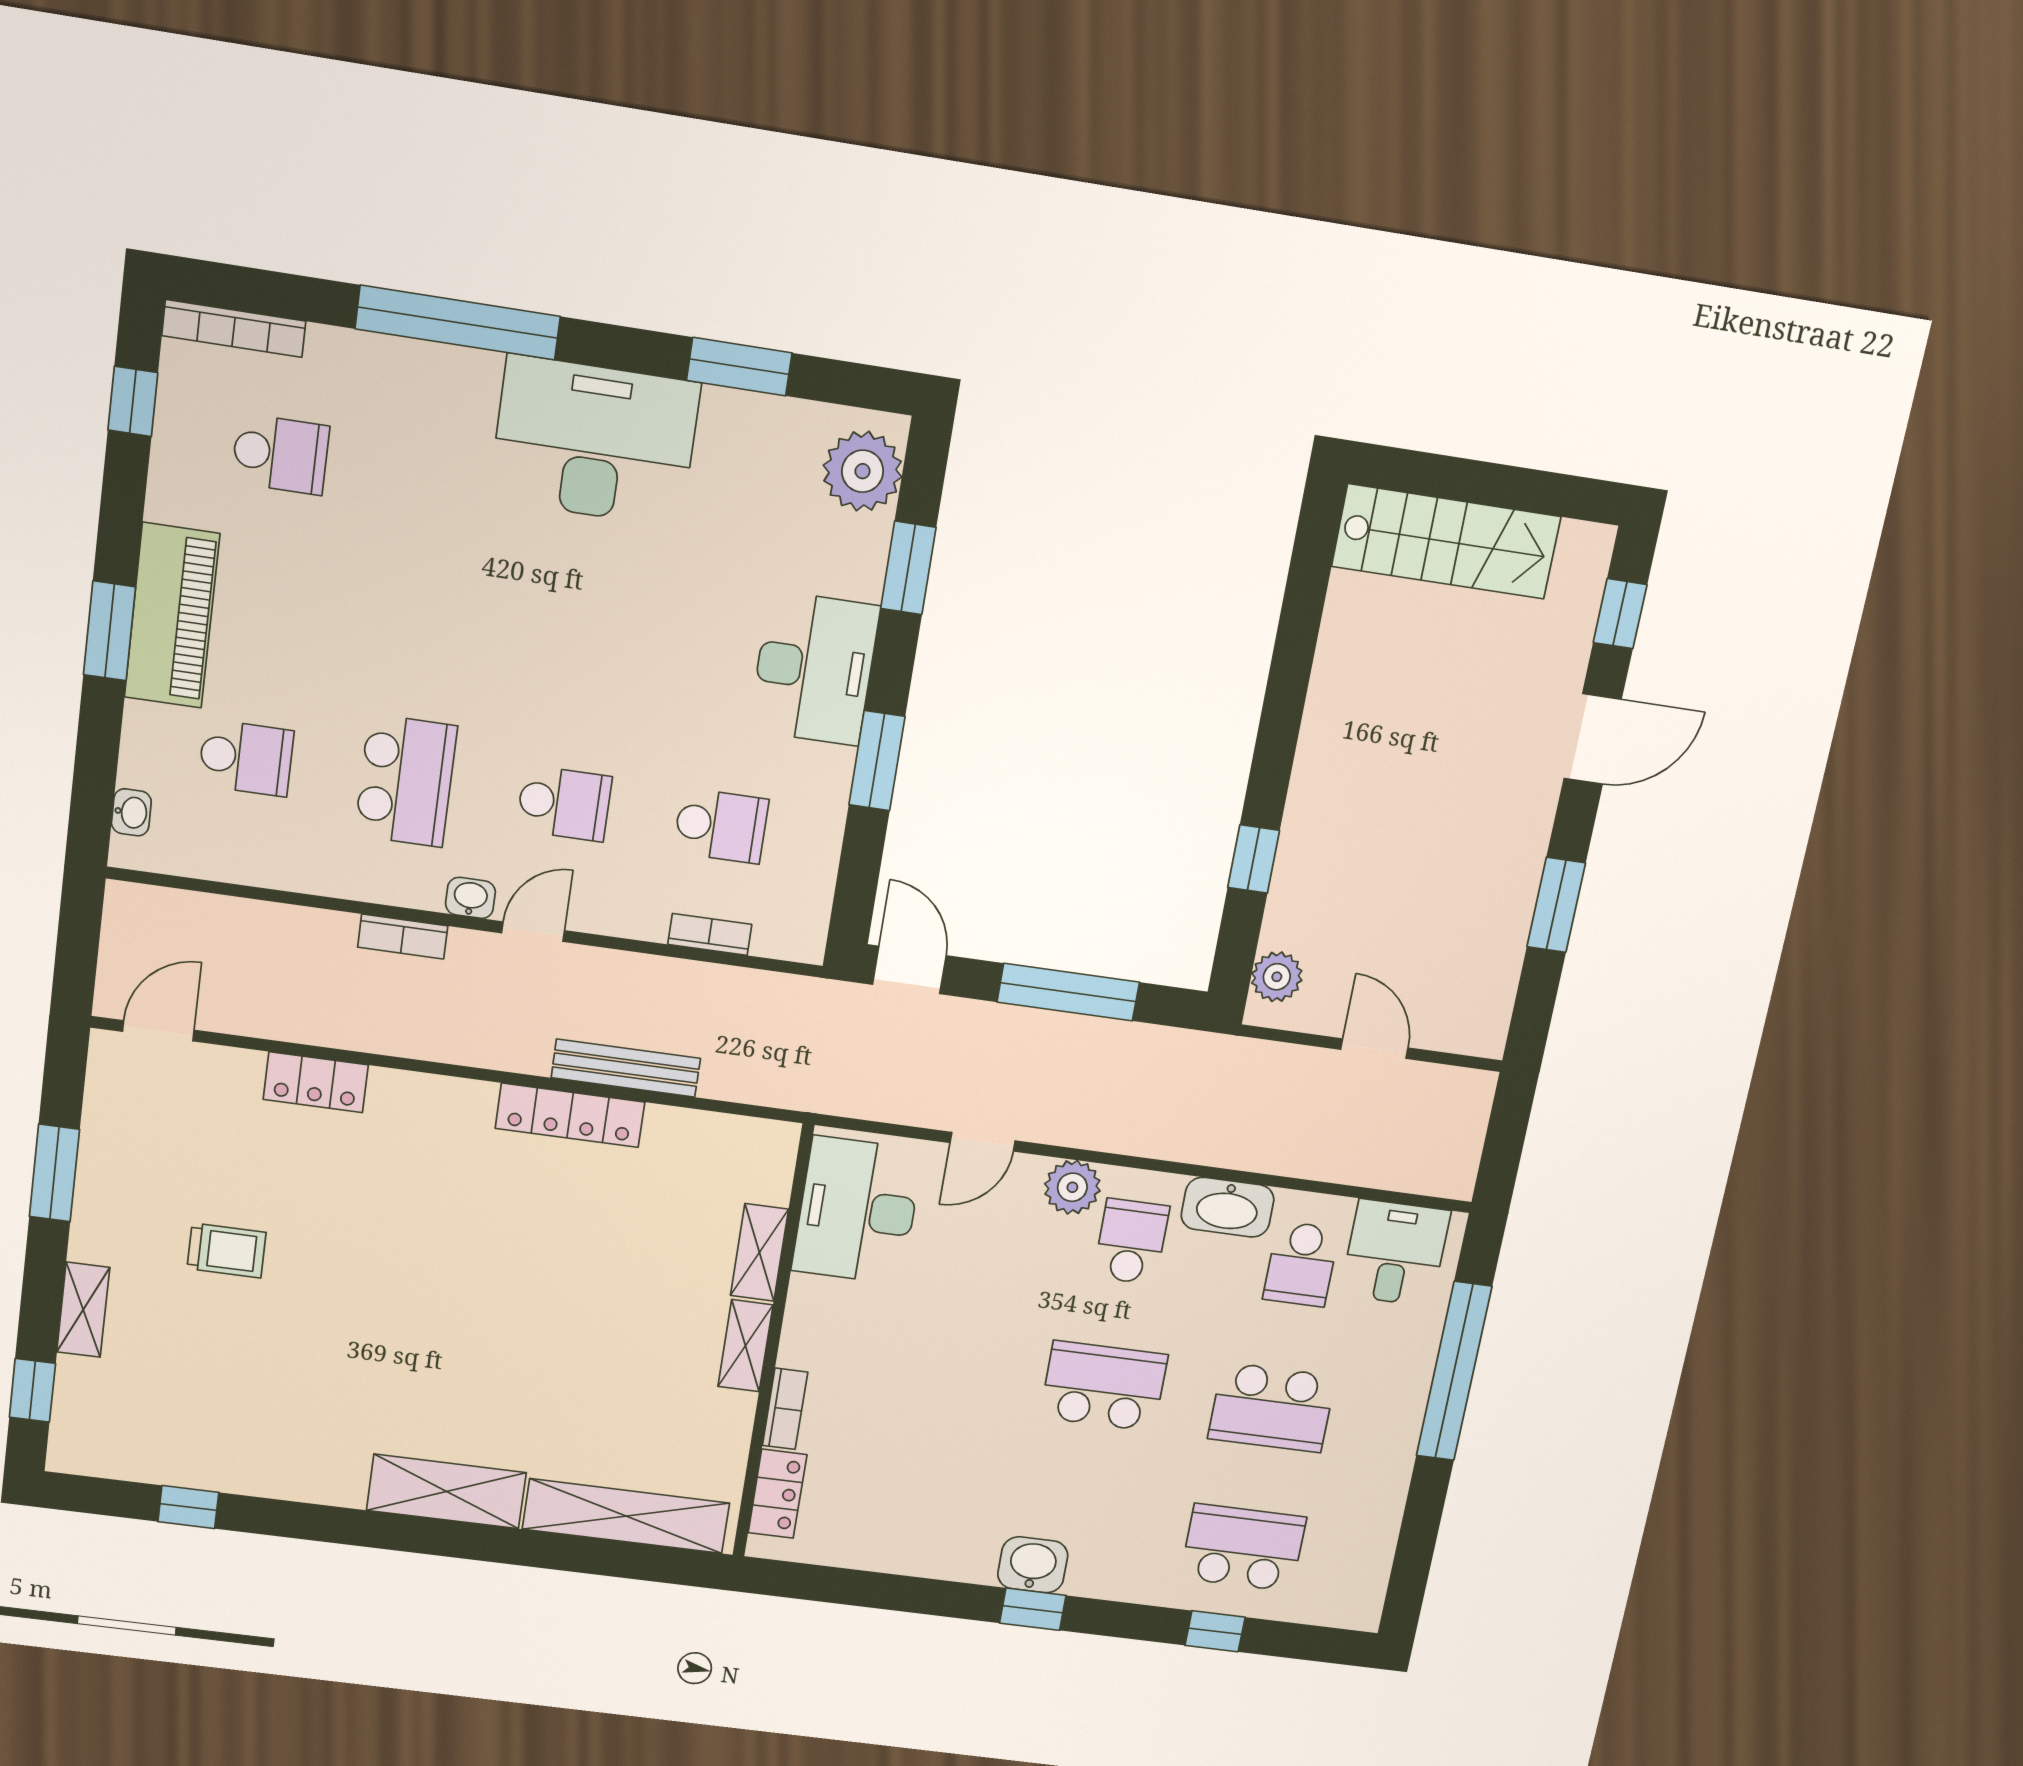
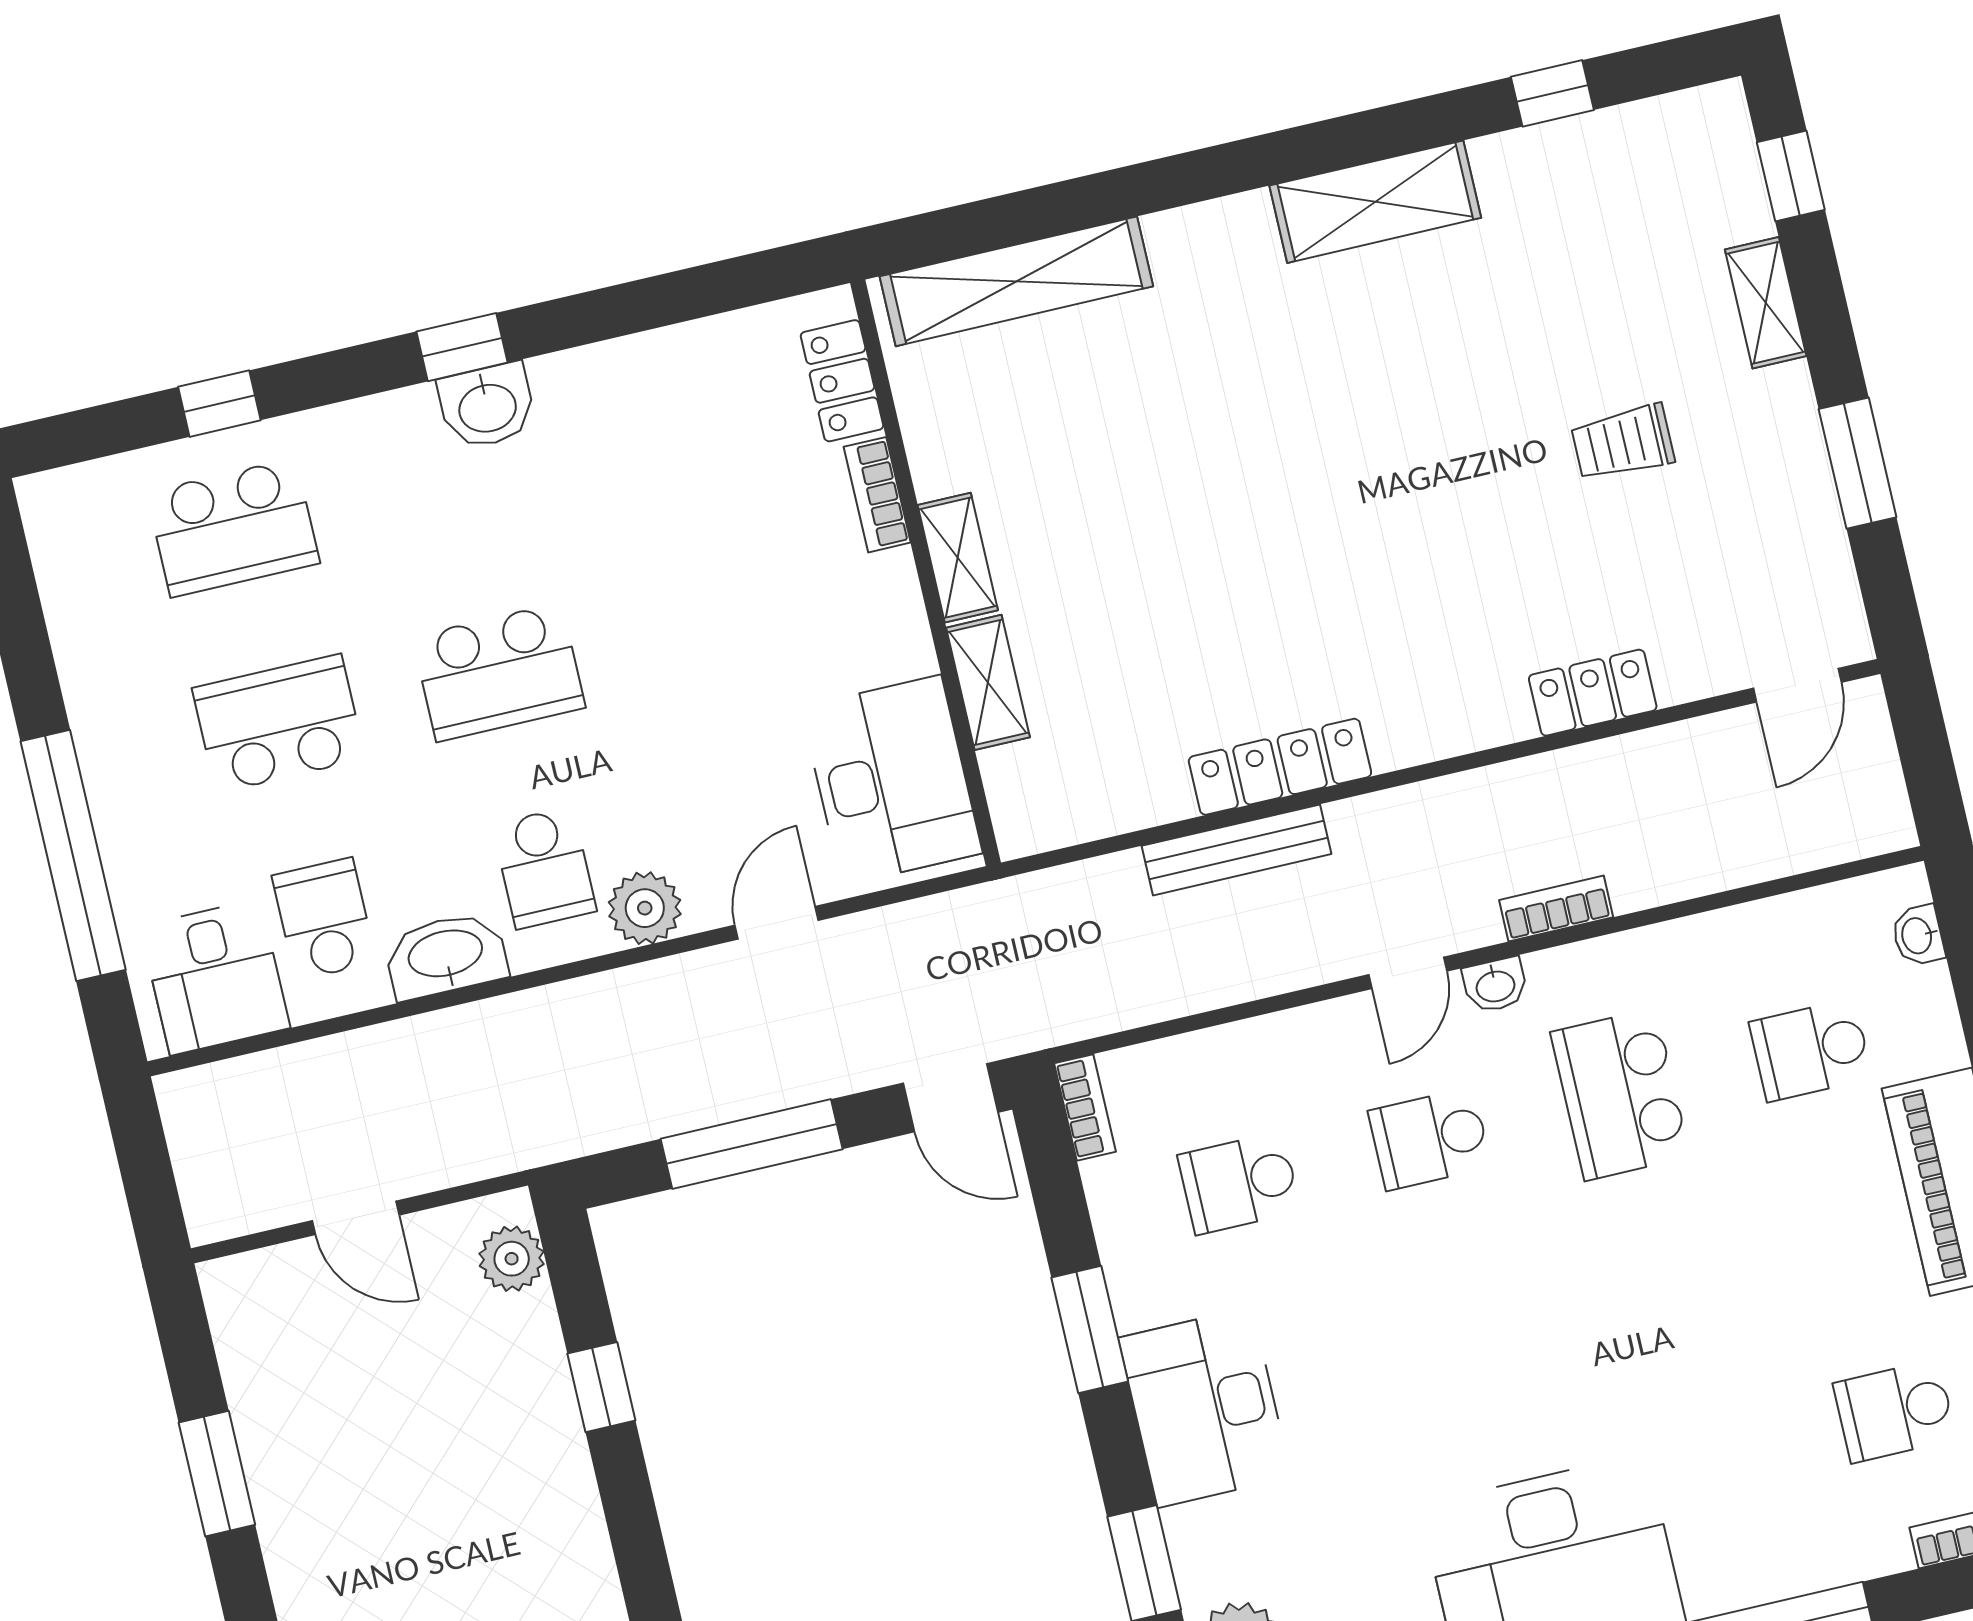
bookcase: (710, 934) -> (1085, 1107), moved, turned -90
shelving: (446, 1491) -> (1375, 202), moved

